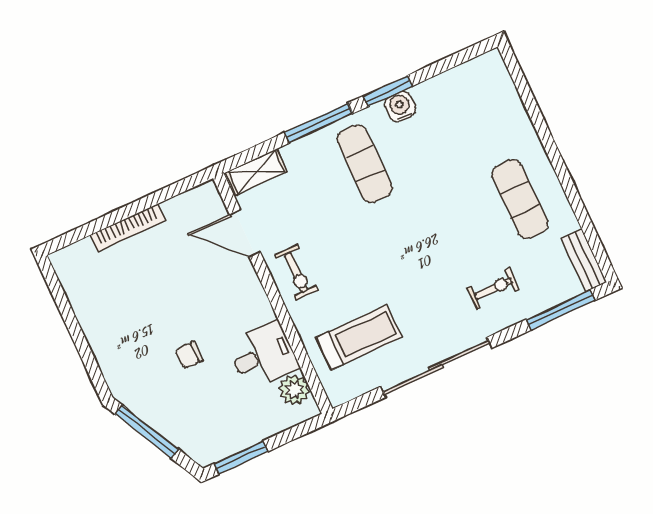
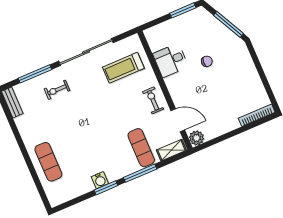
exercise mat: (365, 164) -> (141, 148), moved
exercise mat: (520, 199) -> (48, 162), moved
bookcase: (128, 228) -> (257, 115), moved
window: (560, 310) -> (35, 74), moved
plant: (294, 390) -> (196, 138), moved

